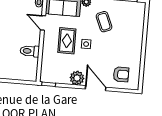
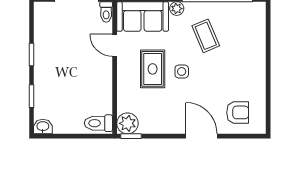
toilet: (30, 51) -> (98, 123), moved
plant: (77, 78) -> (127, 123), moved

